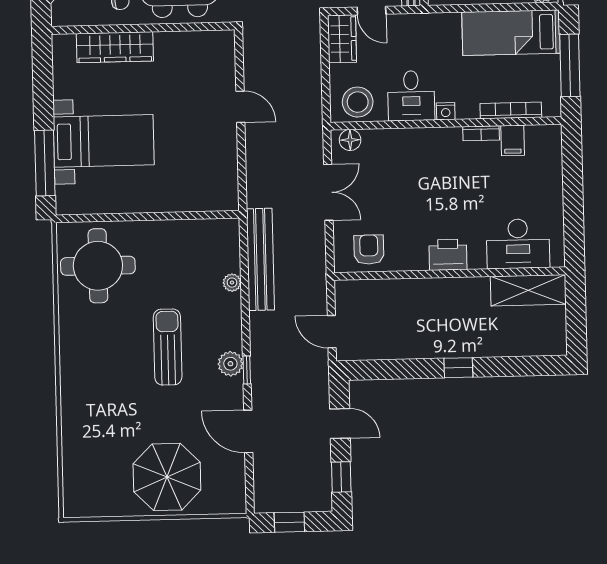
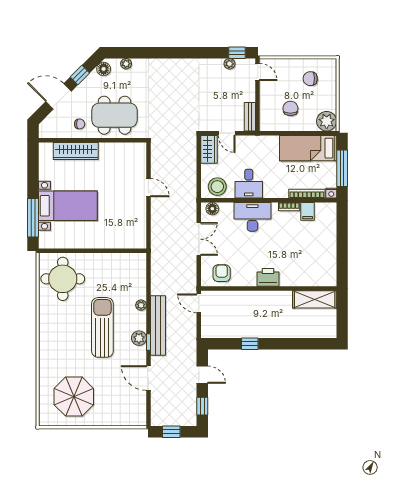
nightstand: (446, 111) -> (331, 193), moved
desk: (518, 244) -> (252, 217), moved, turned 180
bench: (260, 259) -> (158, 325), moved
plant: (232, 283) -> (141, 305), moved
door: (332, 332) -> (199, 303), moved
sun lounger: (168, 347) -> (102, 327), width x1.36, depth x1.34
window: (458, 368) -> (250, 344), moved
parasol: (167, 477) -> (74, 397), moved

